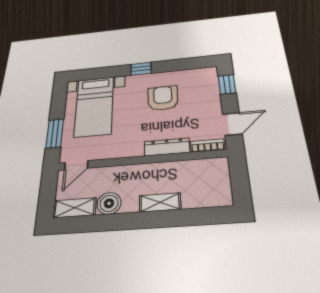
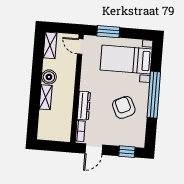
window: (141, 69) -> (154, 95), width x3.17
armchair: (163, 98) -> (124, 107), turned -115
door: (232, 124) -> (94, 149), hinge flipped
boiler: (109, 203) -> (49, 77), moved

